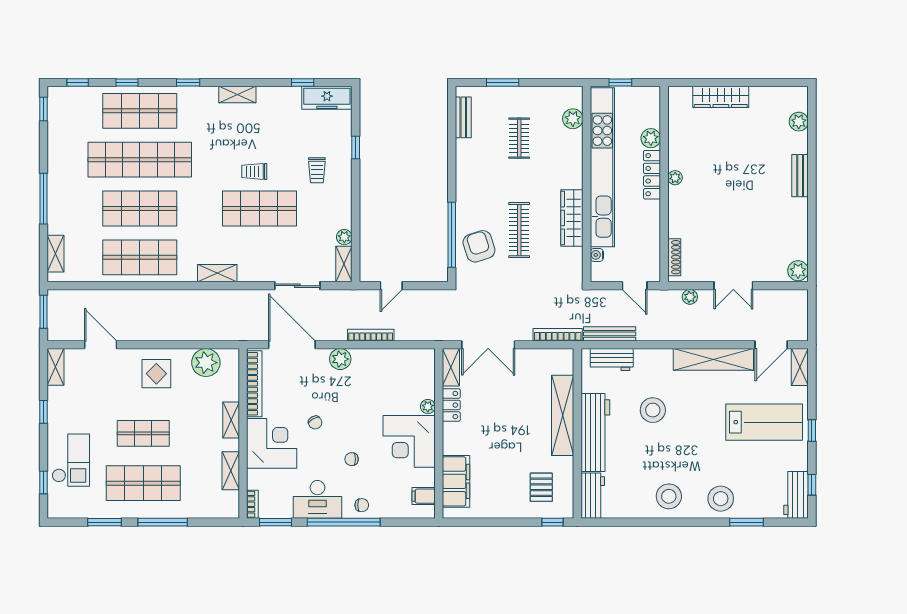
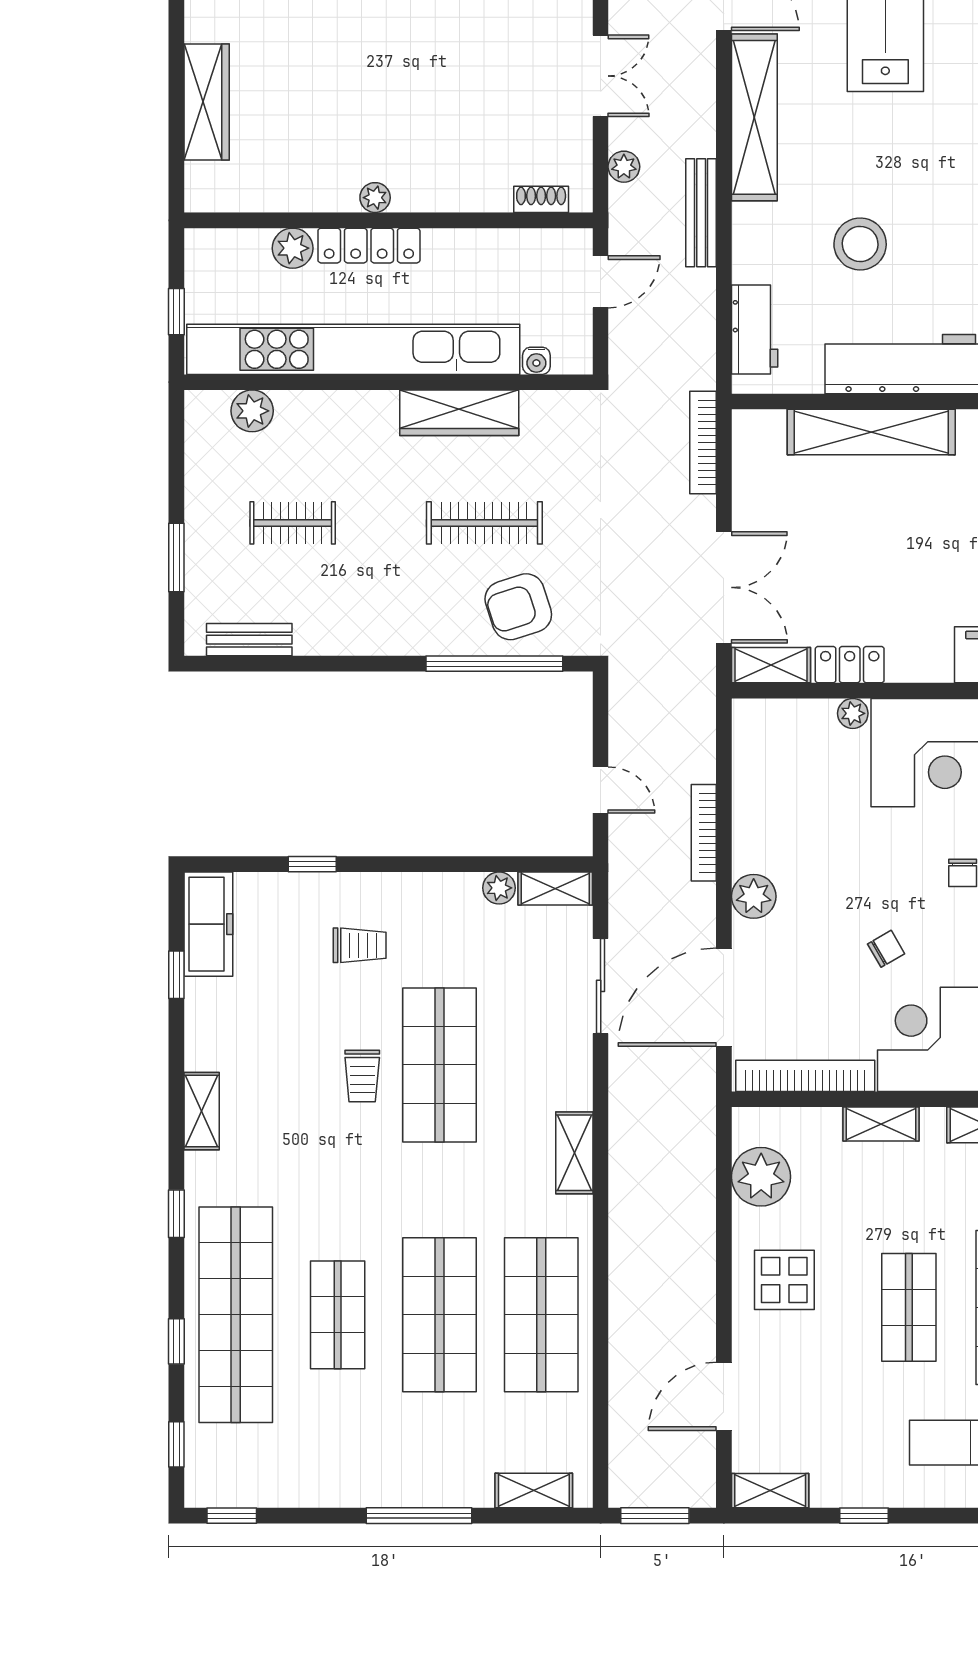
shop shelf: (140, 111) -> (236, 1315), width x1.40
shop shelf: (140, 160) -> (338, 1315), width x0.50, depth x0.74
shoe rack: (674, 257) -> (541, 199), width x0.70
bench: (610, 334) -> (701, 213), moved

